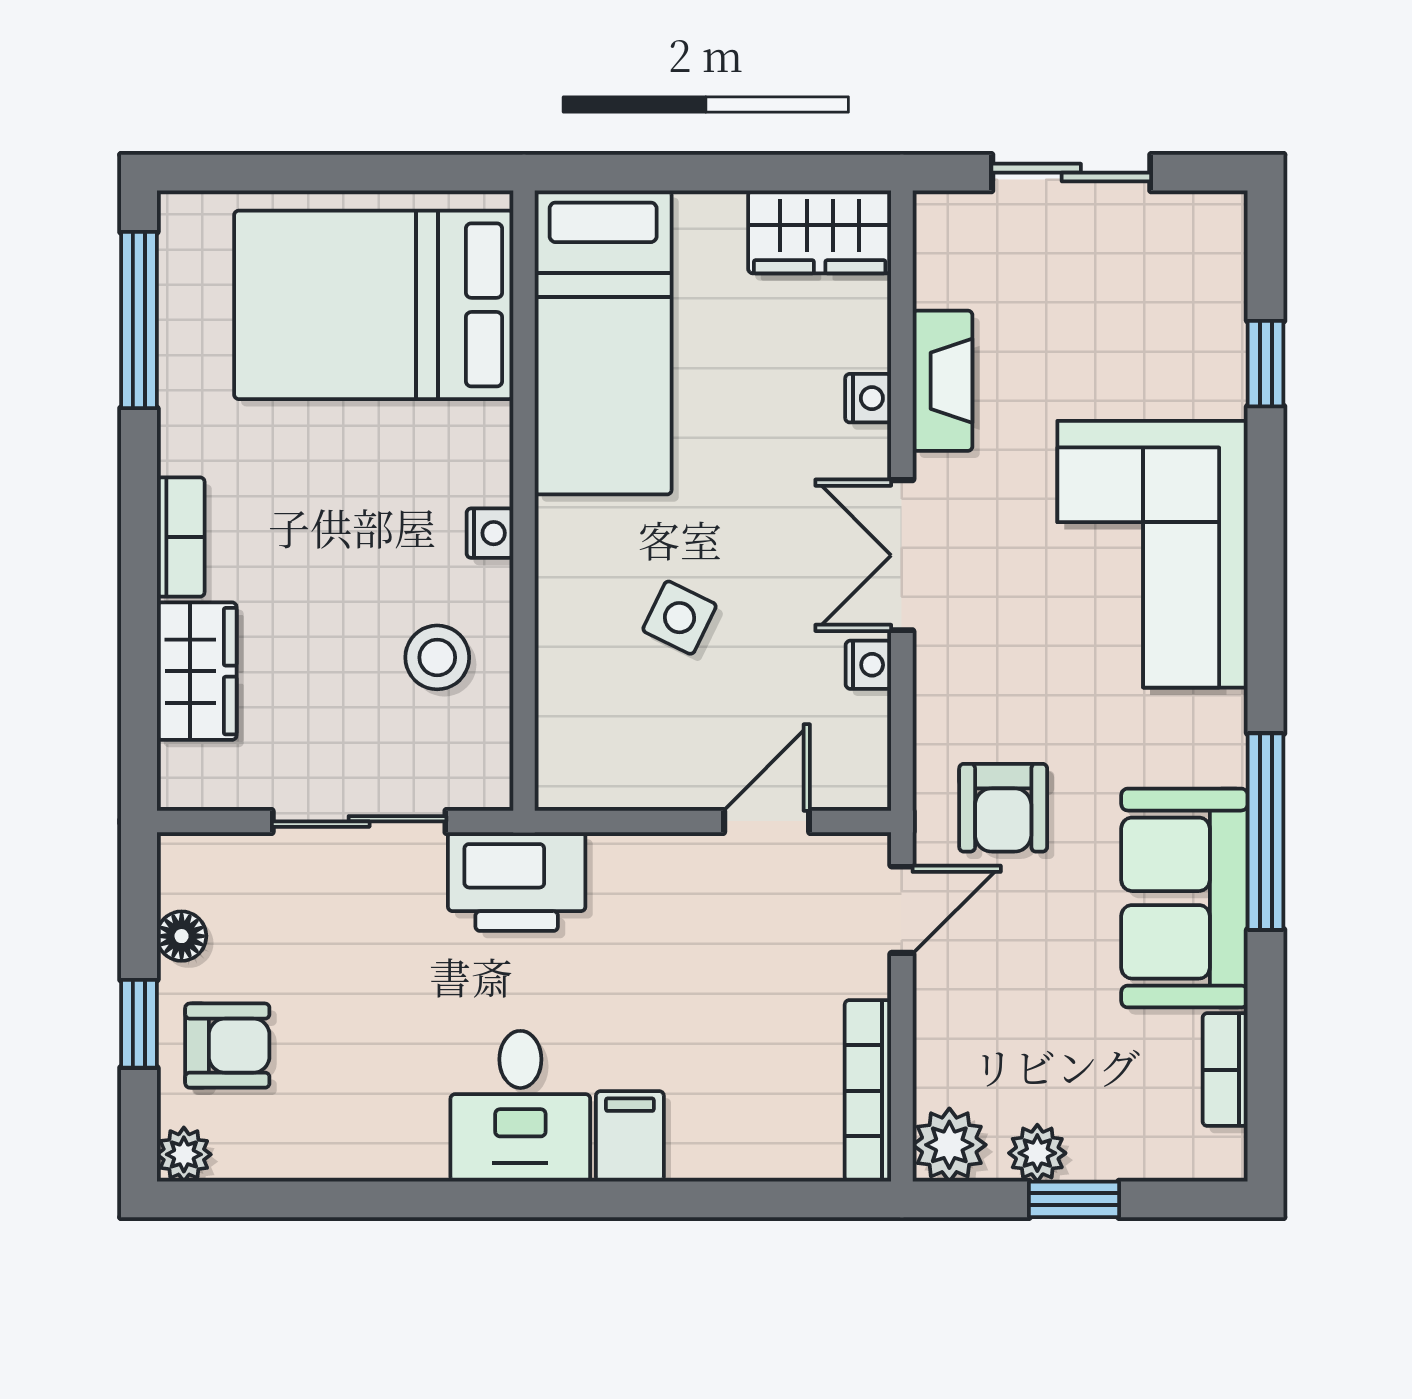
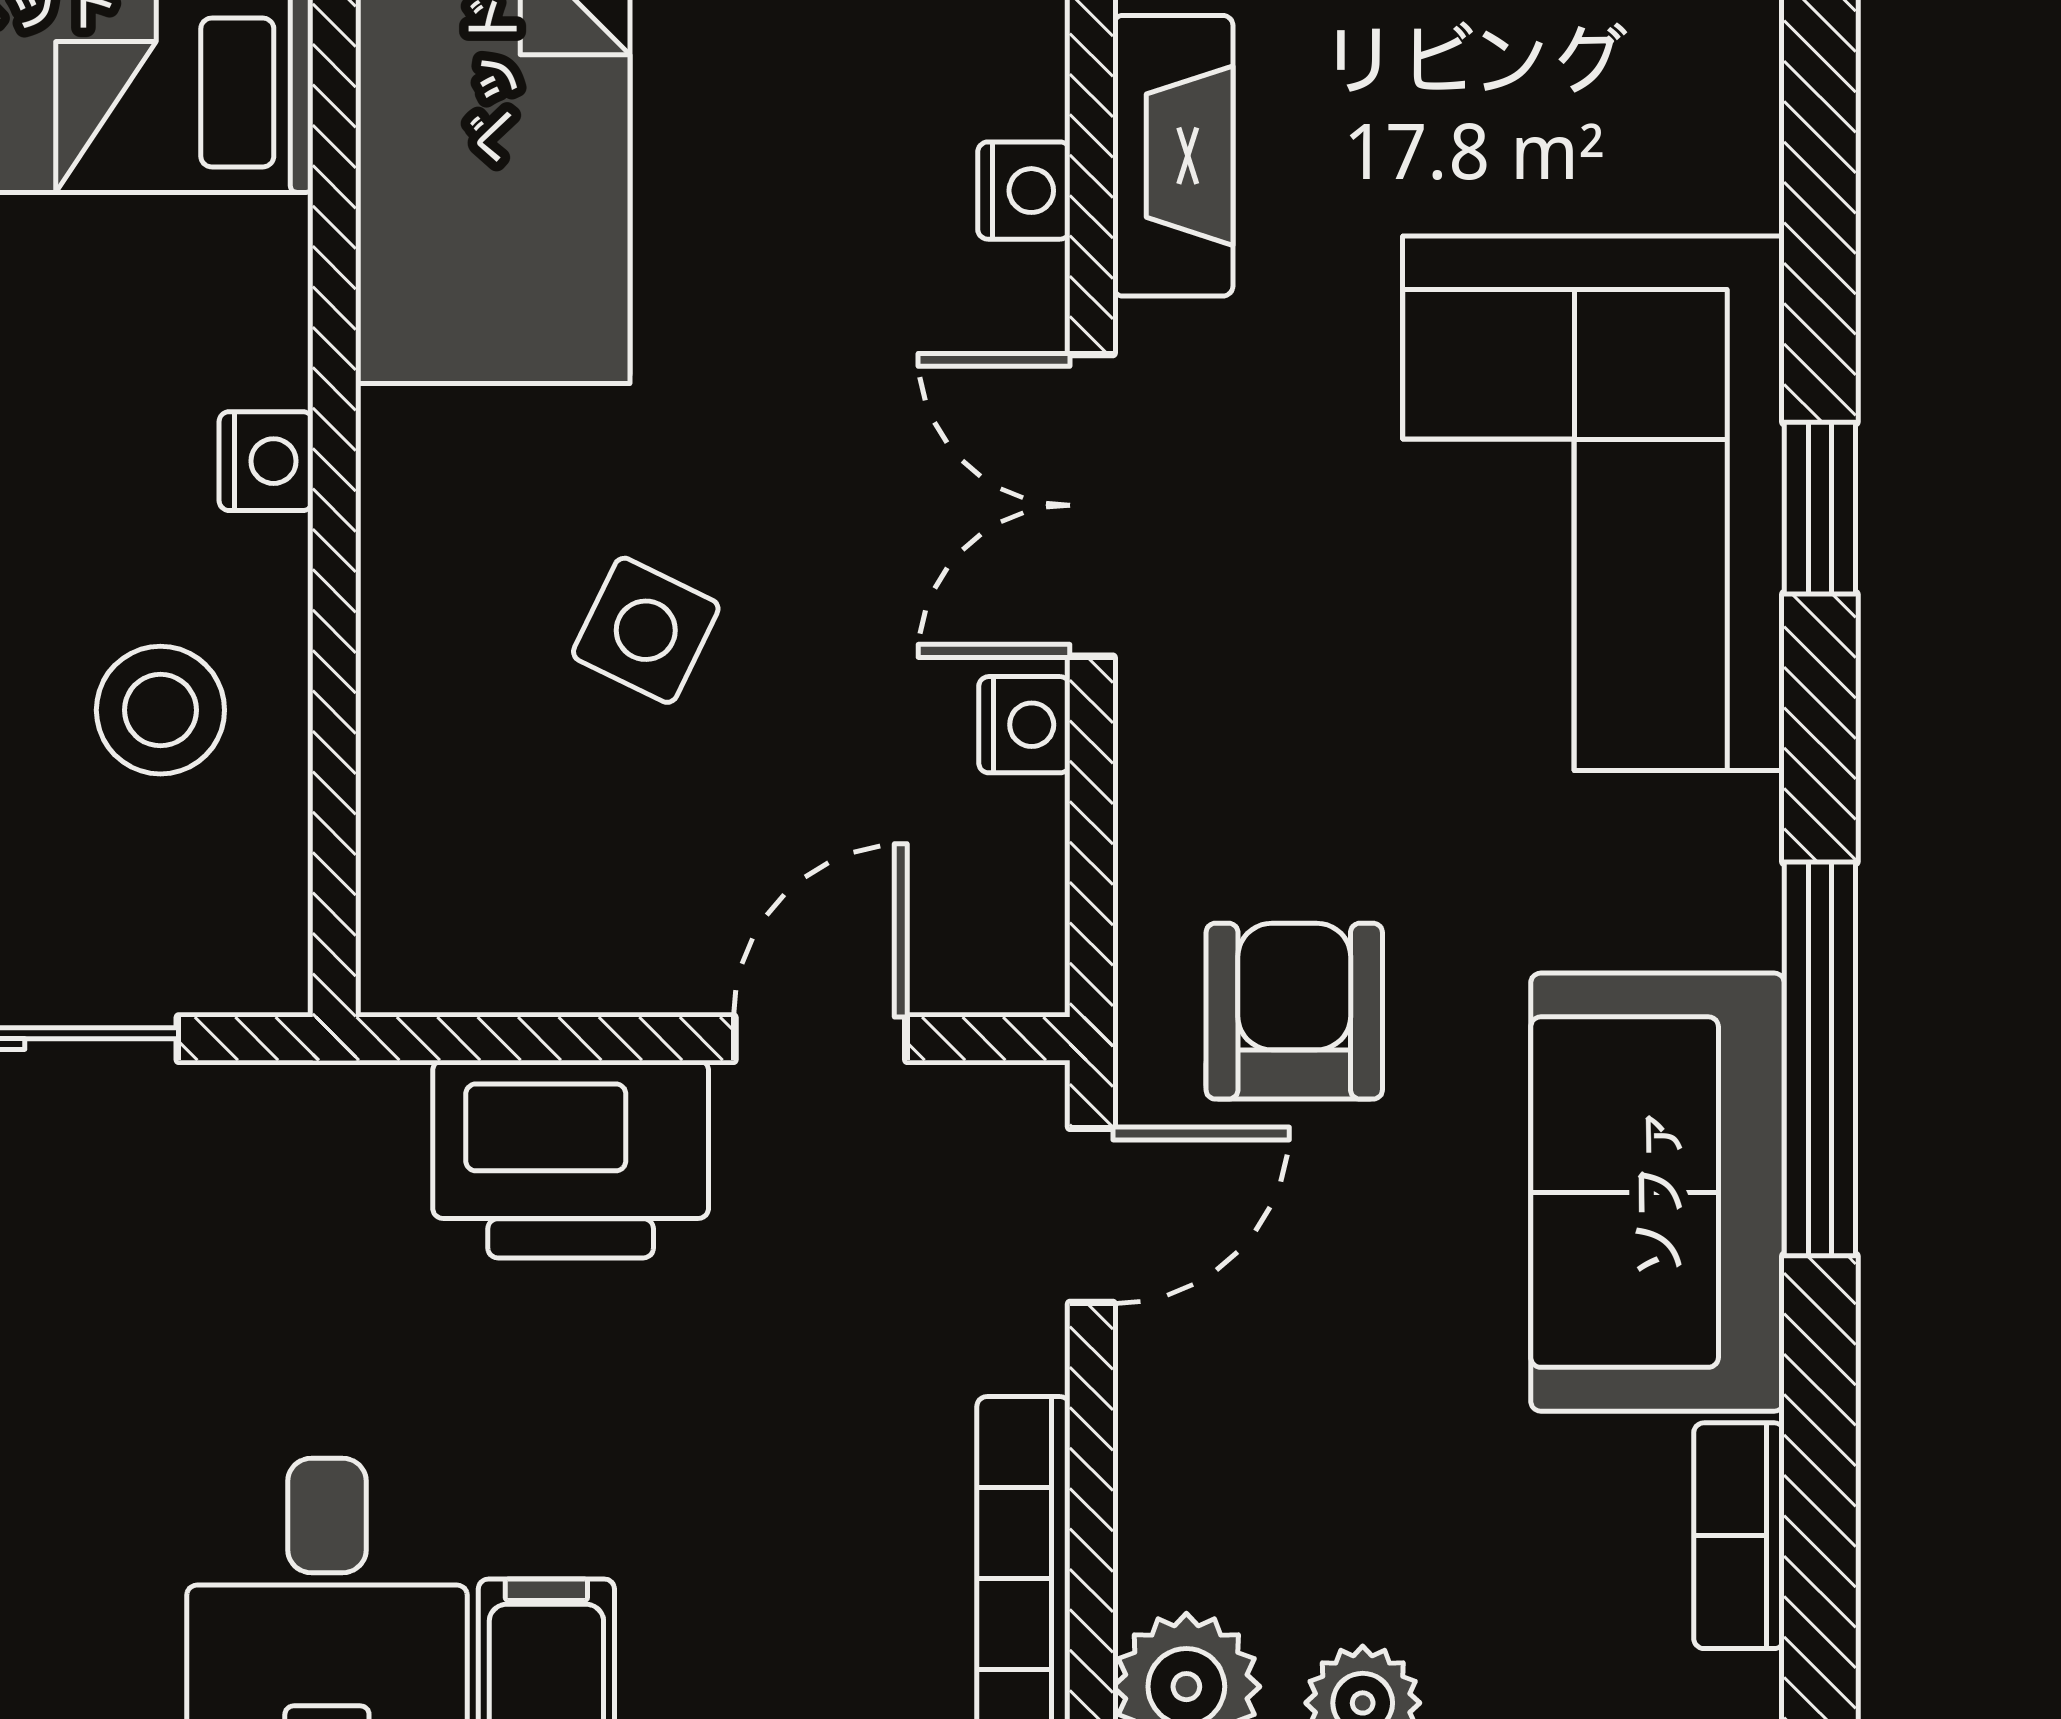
window: (1266, 364) -> (1820, 508), moved
armchair: (1003, 808) -> (1294, 1011), turned 180
printer: (517, 882) -> (571, 1159), moved

